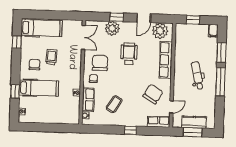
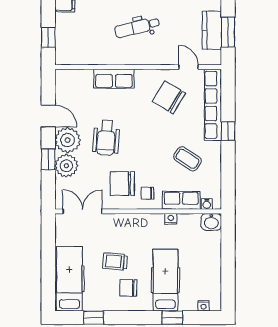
plant: (160, 31) -> (68, 140), moved
wheelchair: (129, 54) -> (106, 138), turned -86
row of seats: (166, 60) -> (114, 79), width x0.68
washbasin: (74, 118) -> (211, 222), added
row of seats: (159, 122) -> (213, 105), width x2.02

